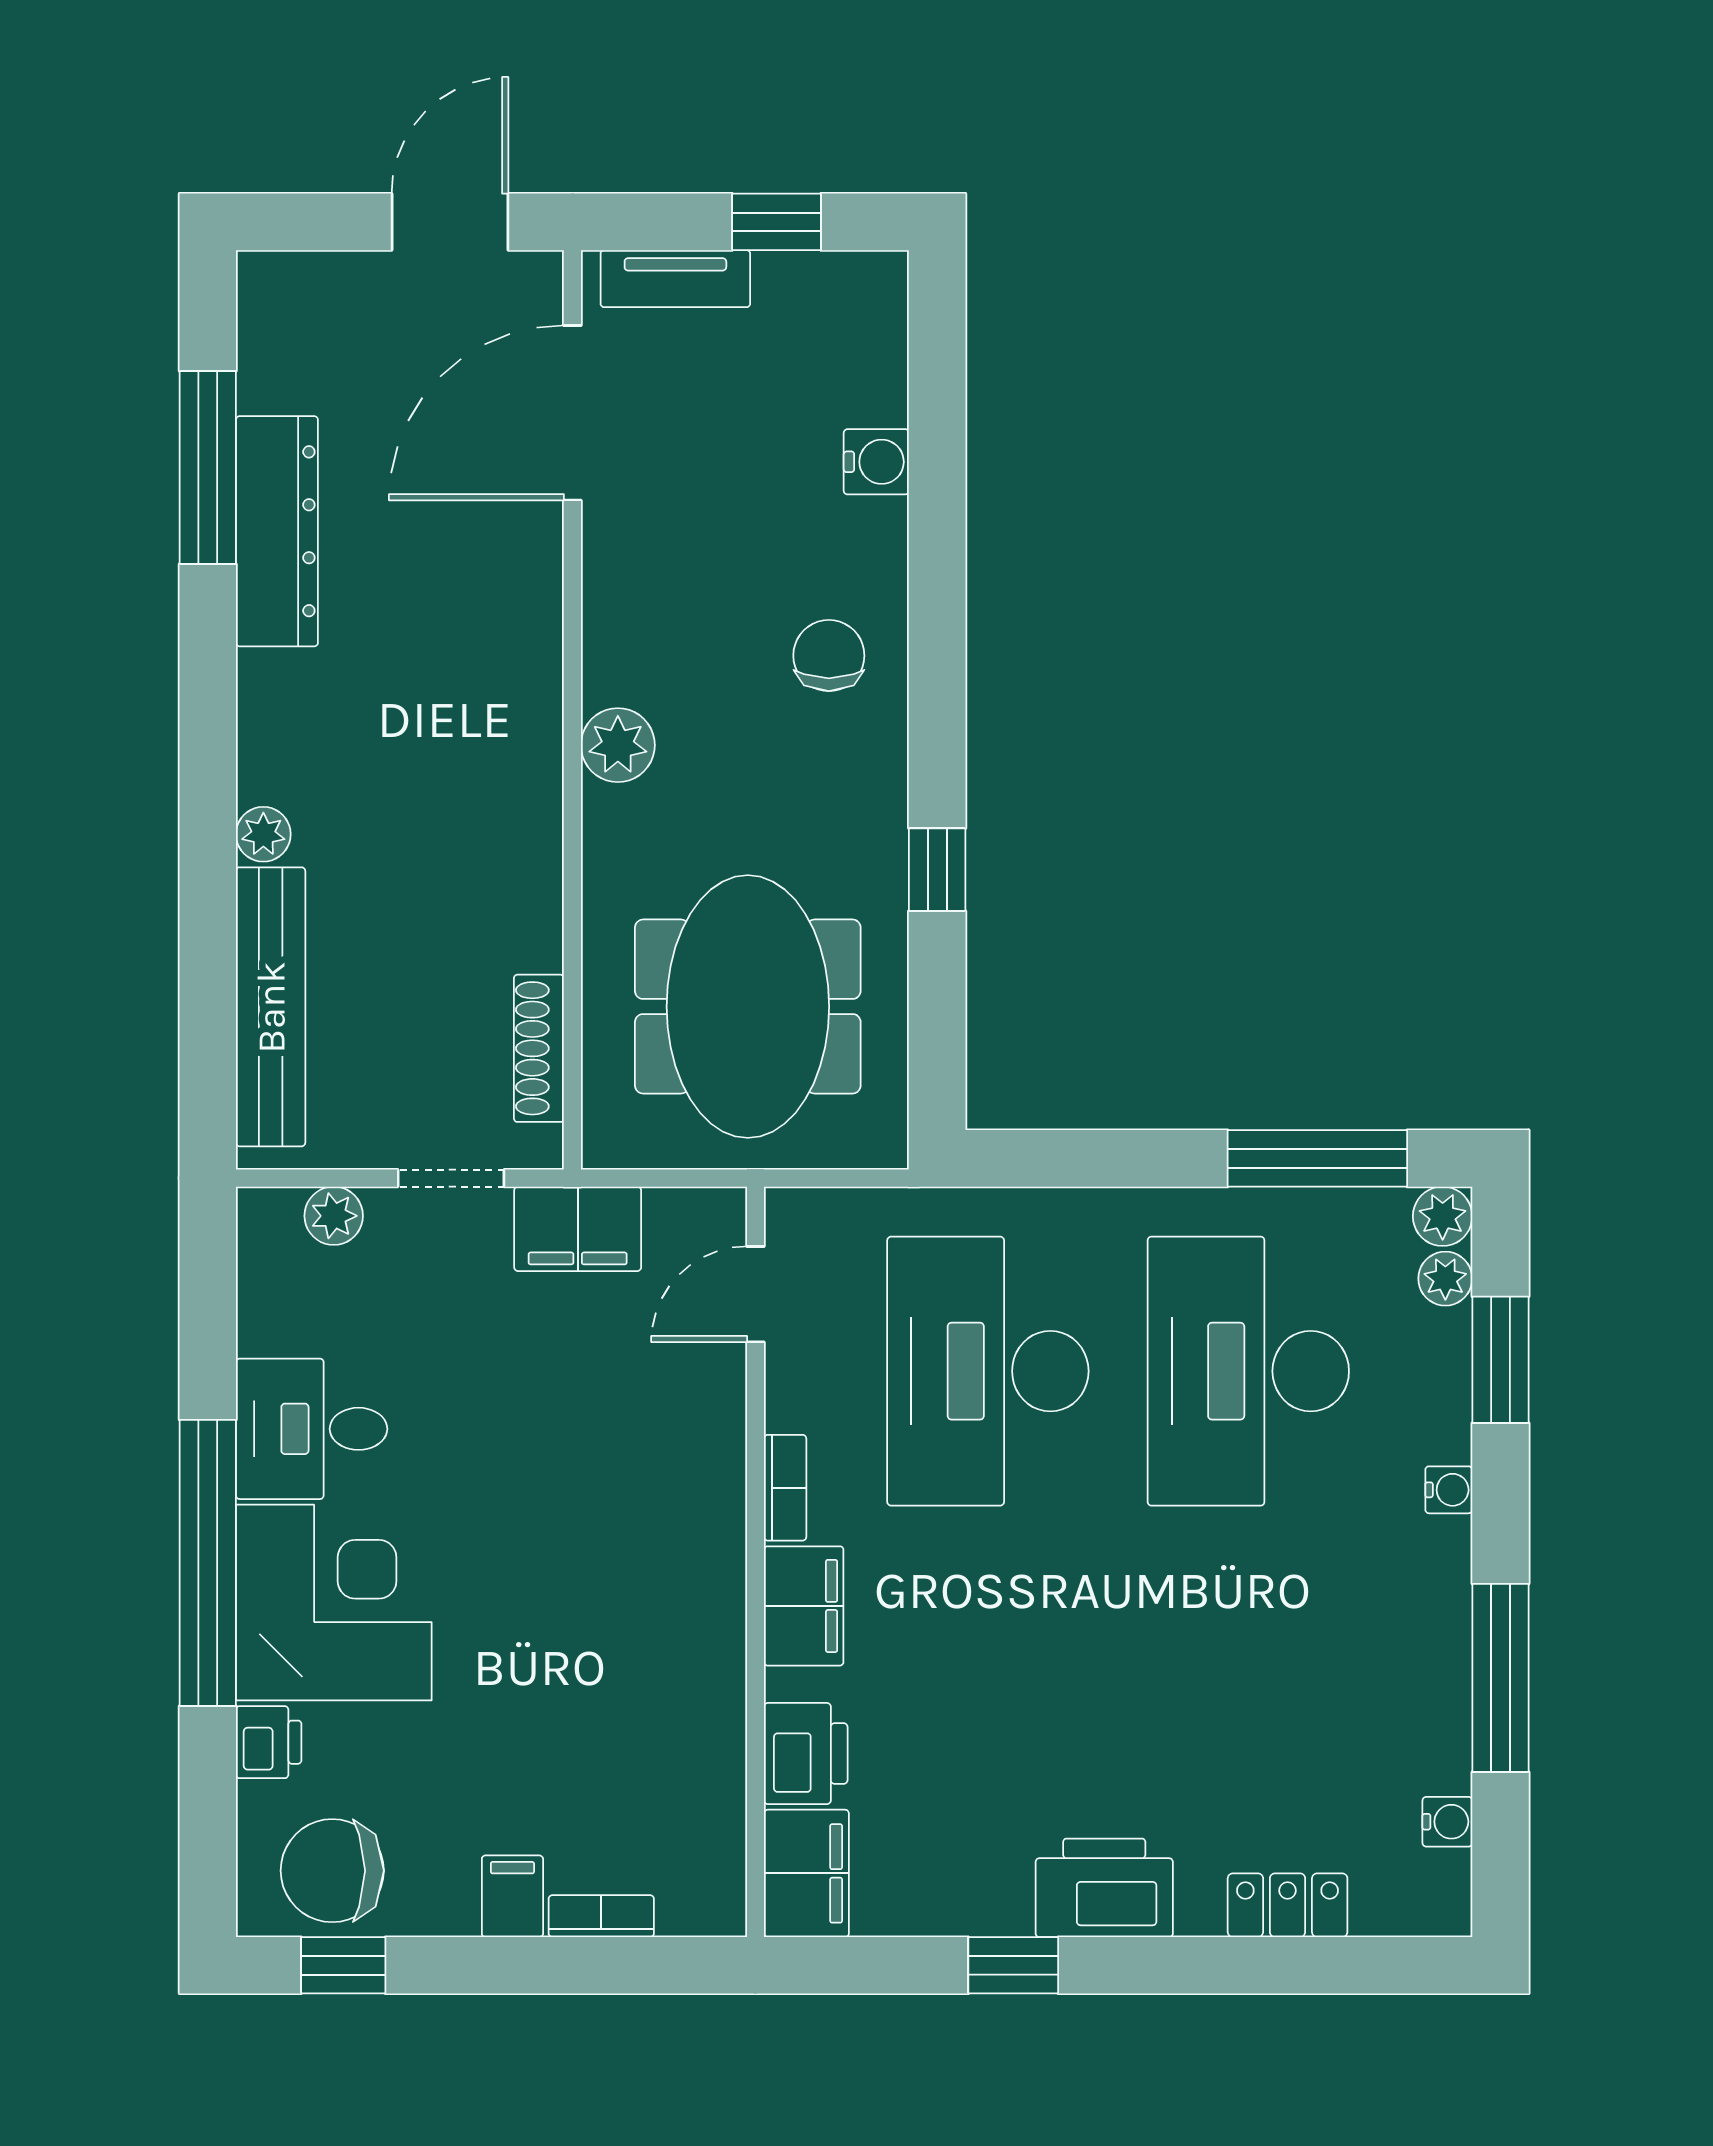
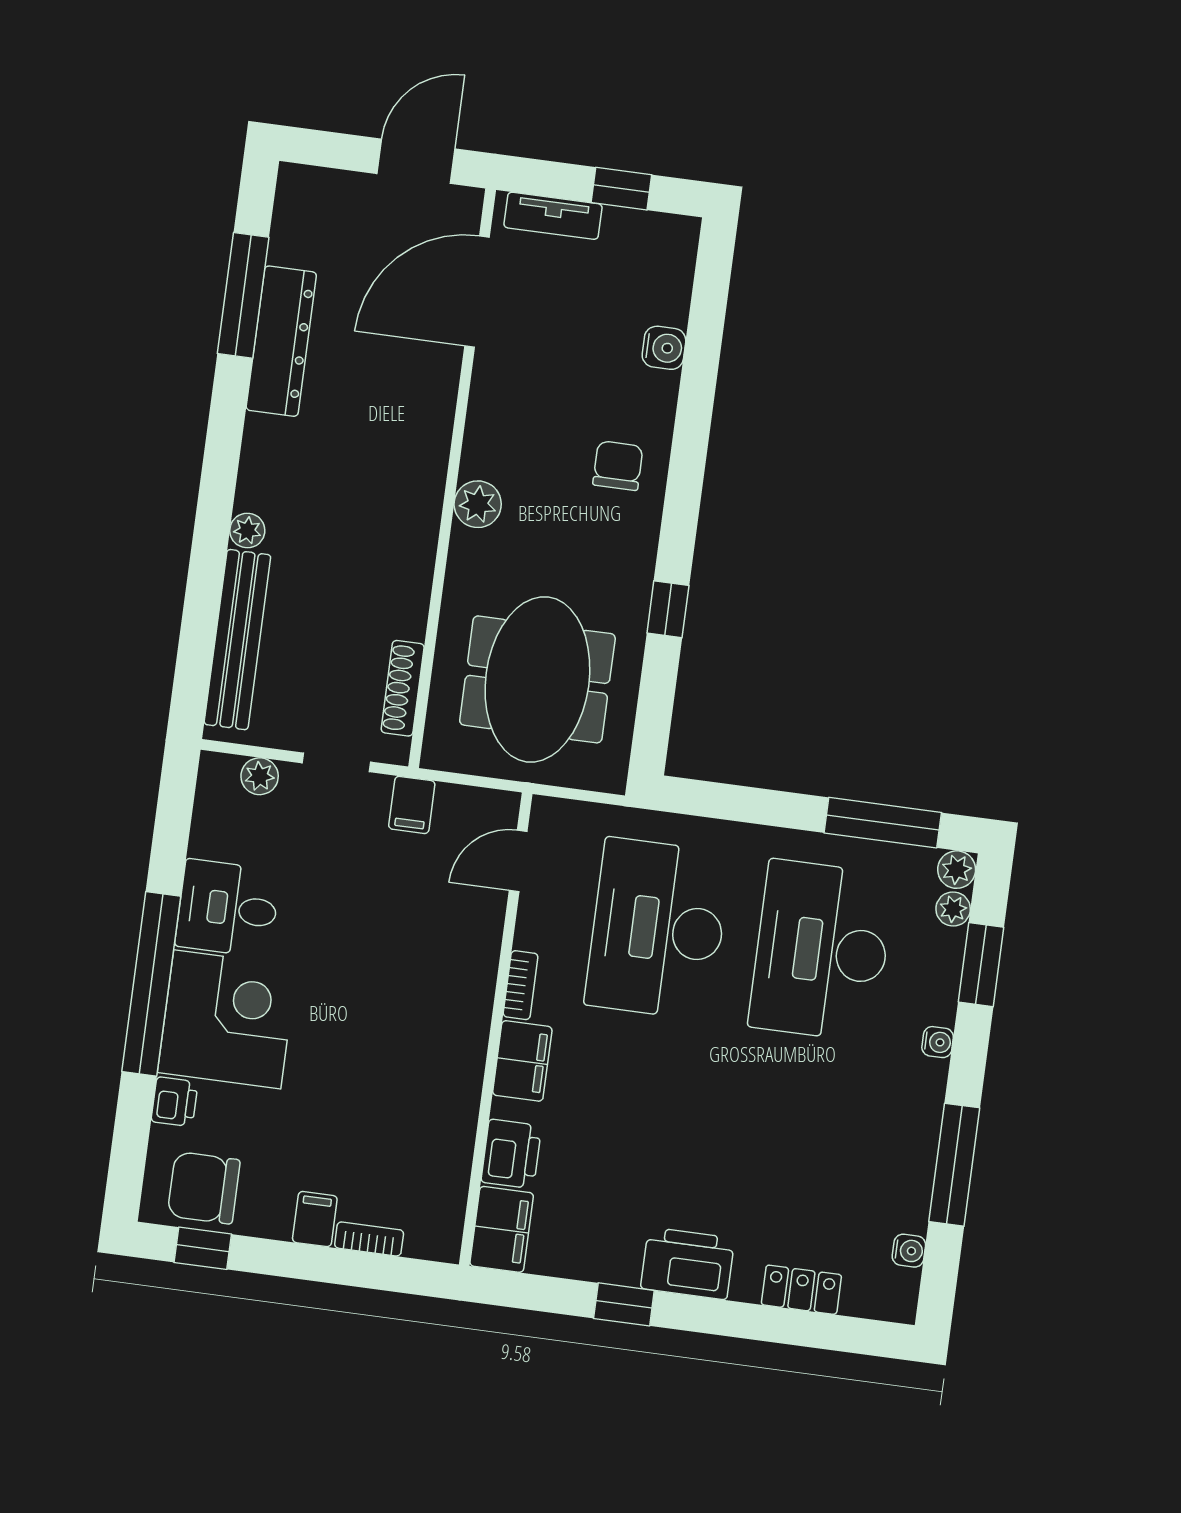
filing cabinet: (578, 1229) -> (412, 805), width x0.50

